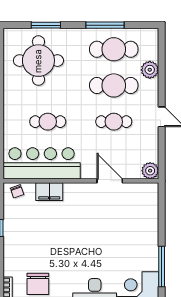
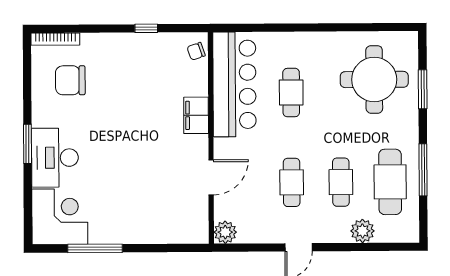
cafe table: (114, 85) -> (341, 182), width x0.73, depth x0.74
filing cabinet: (49, 192) -> (196, 115), moved

